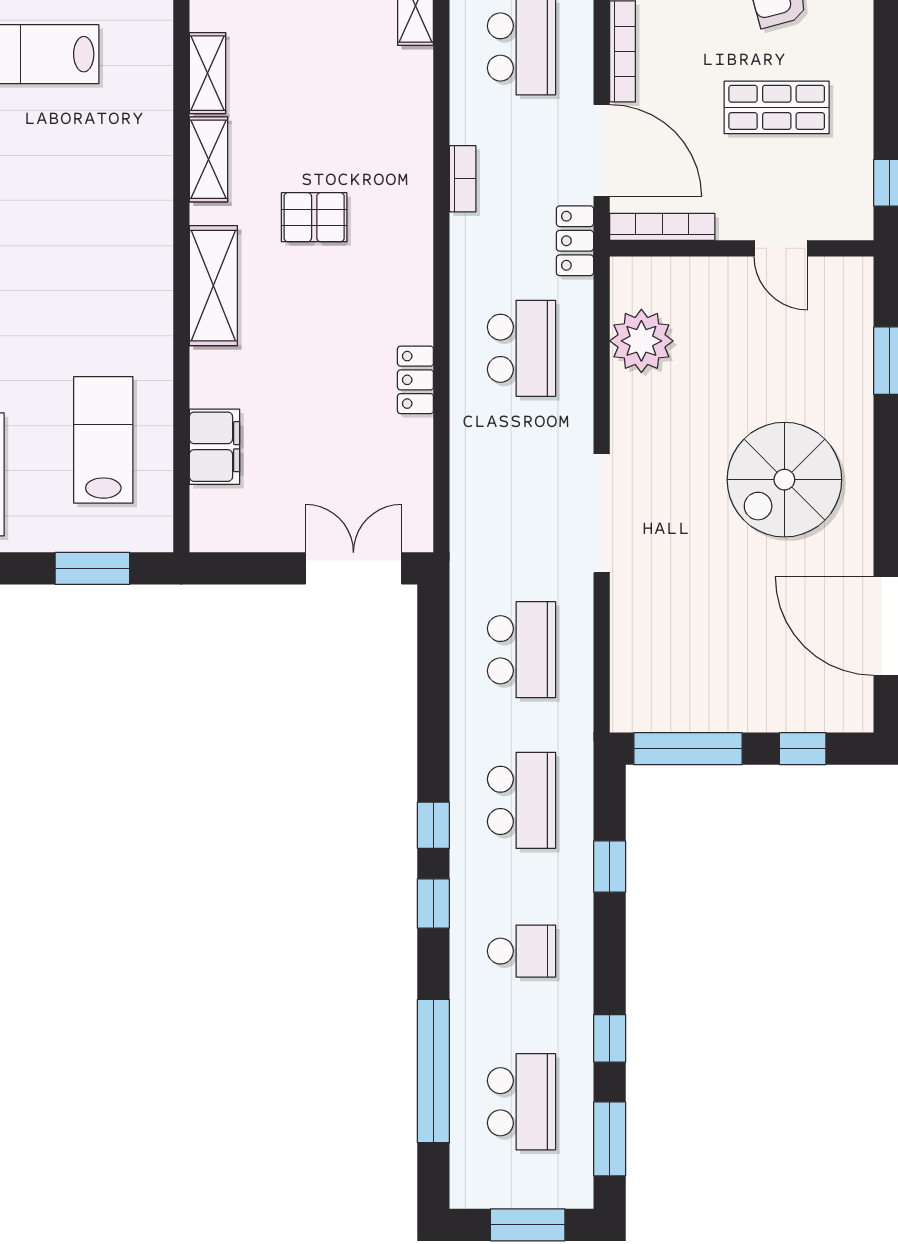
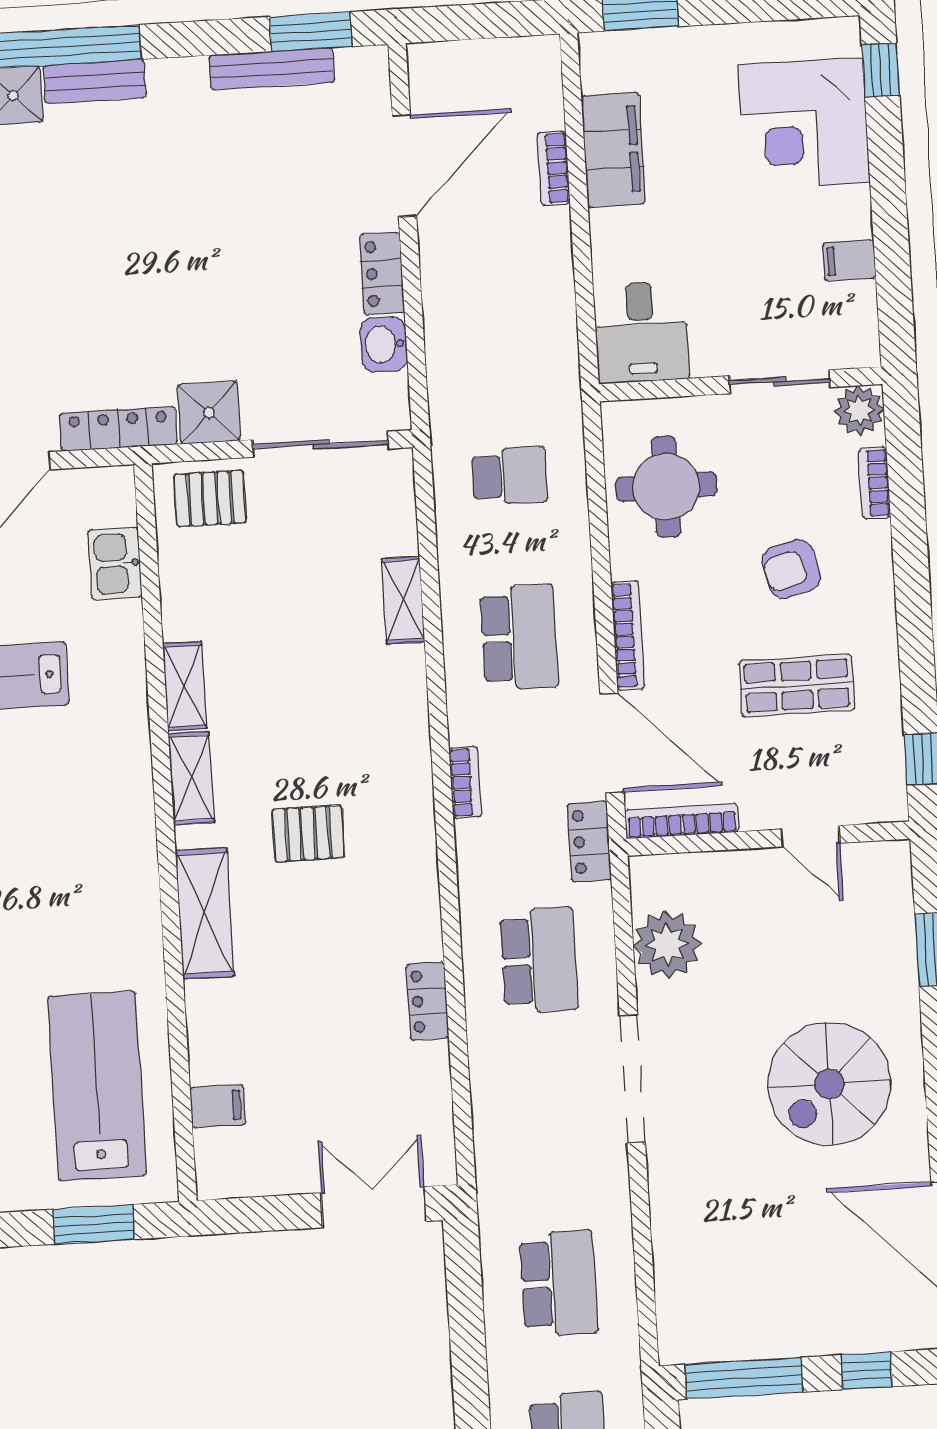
lab bench: (103, 440) -> (97, 1086), width x1.36, depth x1.39
filing cabinet: (214, 447) -> (218, 1106), width x0.50
doorway: (602, 513) -> (632, 1079), moved

